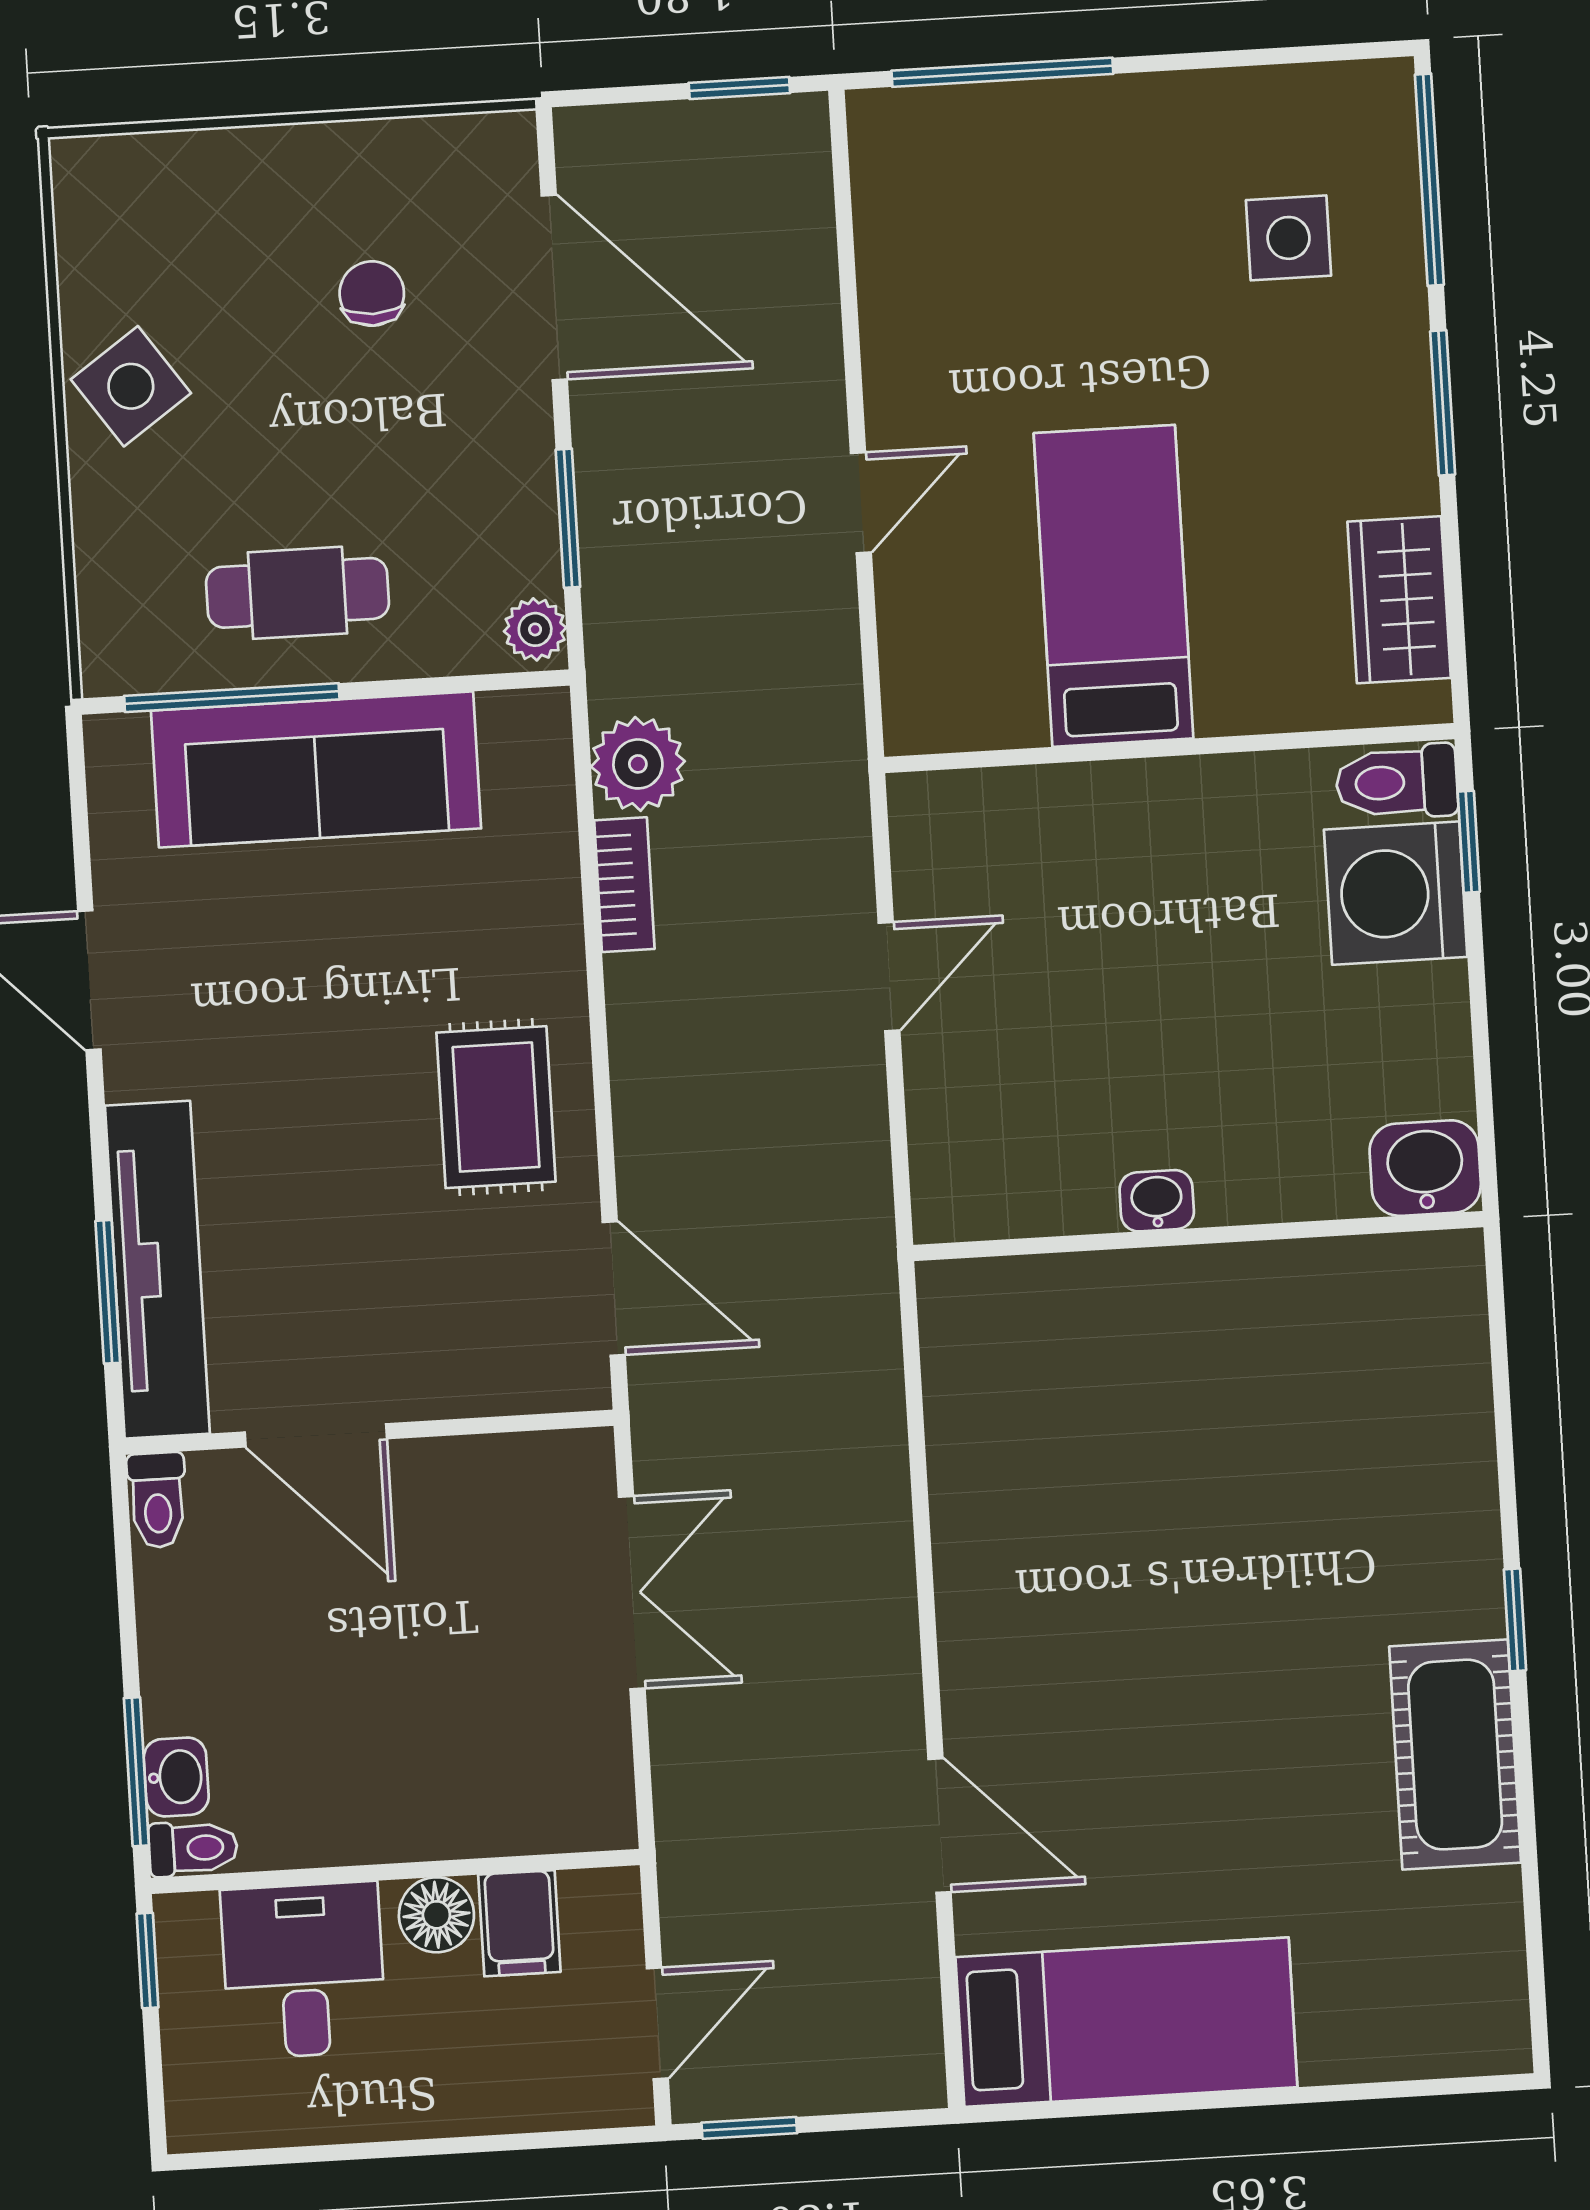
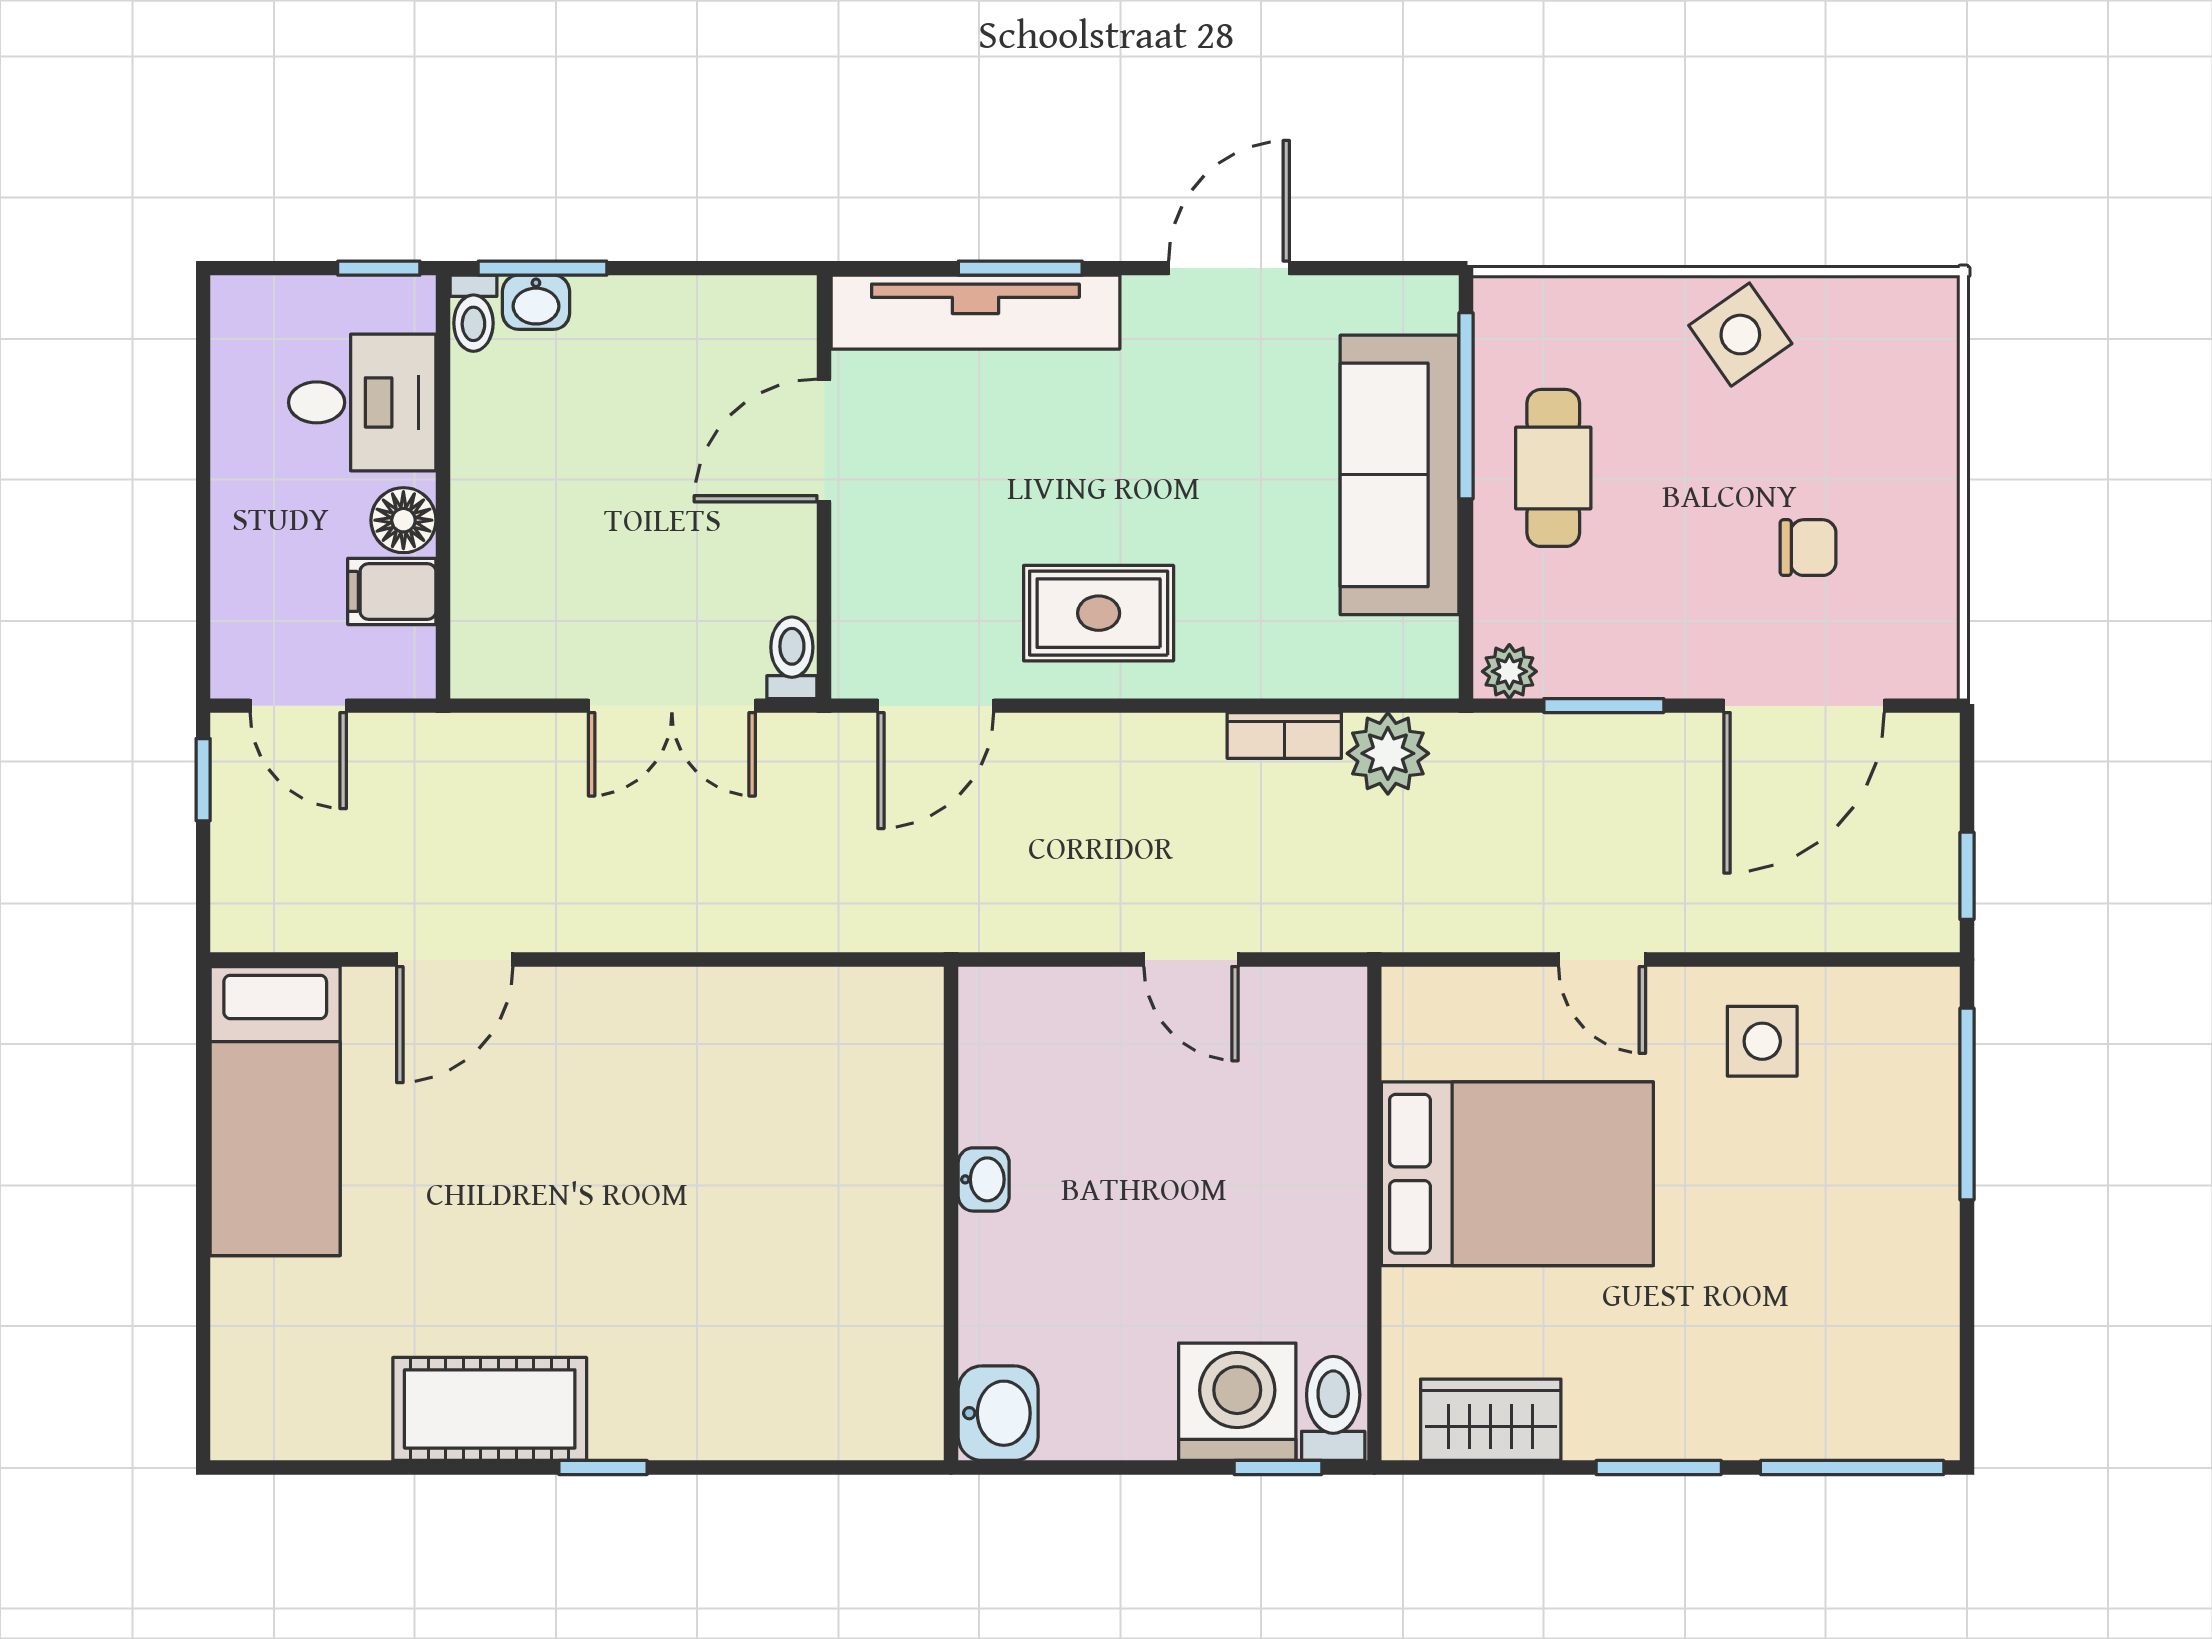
side table: (1289, 238) -> (1762, 1041), moved
bed: (1114, 586) -> (1517, 1174), width x1.50
window: (108, 1292) -> (1020, 268), moved
toilet: (157, 1500) -> (792, 658), moved, turned 90

